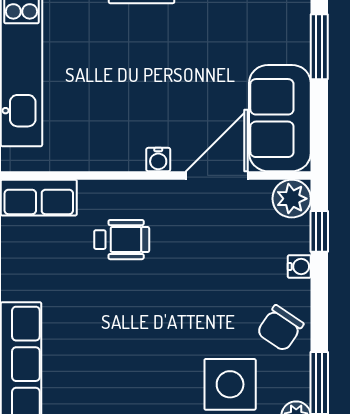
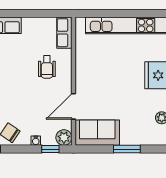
water cooler: (158, 159) -> (80, 82), removed
door: (217, 175) -> (74, 106), swing flipped

